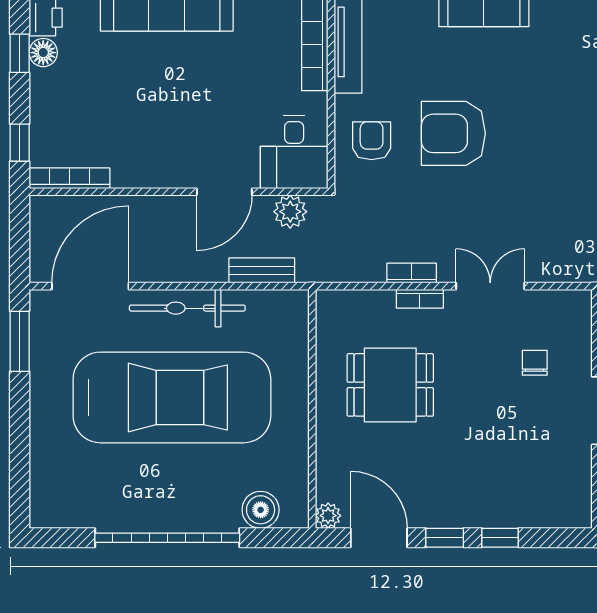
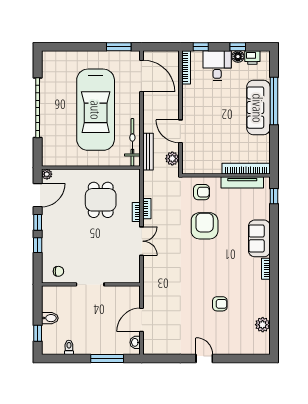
desk: (294, 152) -> (217, 66), moved, turned 90
bench: (262, 270) -> (148, 152), width x1.36
bicycle: (187, 308) -> (132, 142), moved
chair: (535, 363) -> (58, 271), moved
boiler: (261, 510) -> (49, 146), removed

